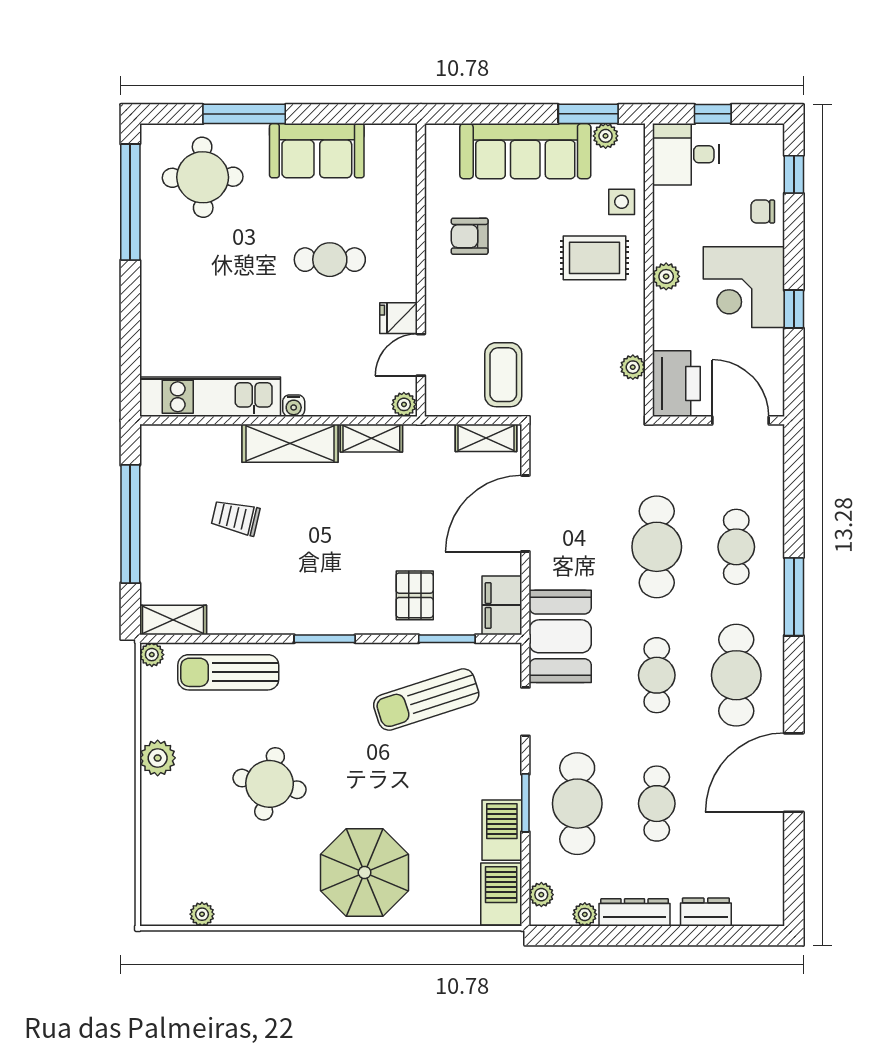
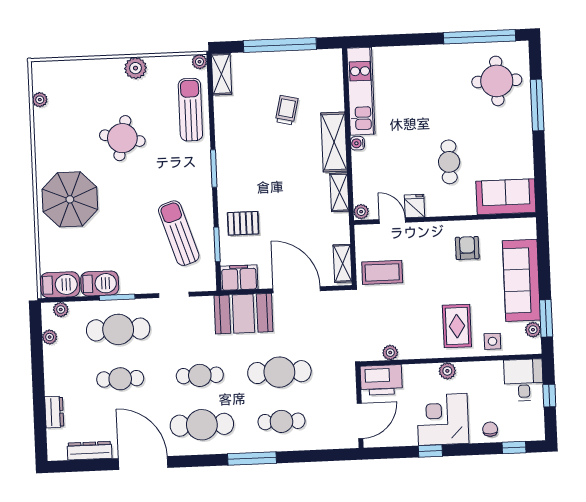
sofa: (317, 151) -> (506, 197), moved, turned 90
booth: (560, 636) -> (243, 314), moved
dresser: (635, 912) -> (90, 451), moved, turned -90

